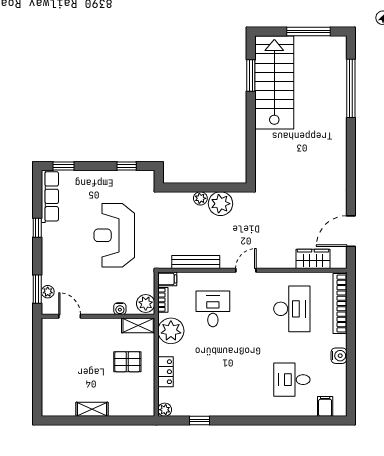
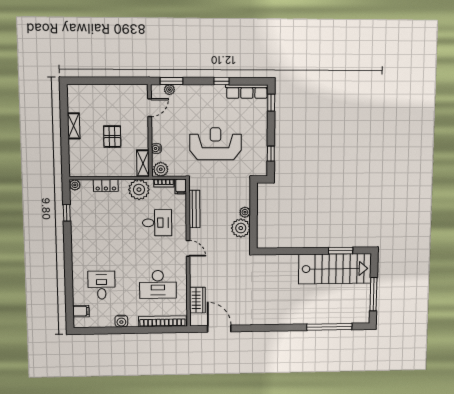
pallet: (127, 362) -> (112, 137), moved

